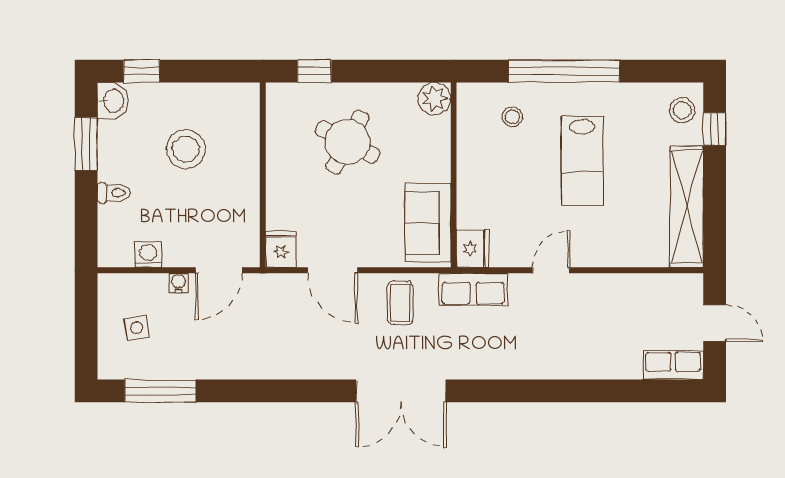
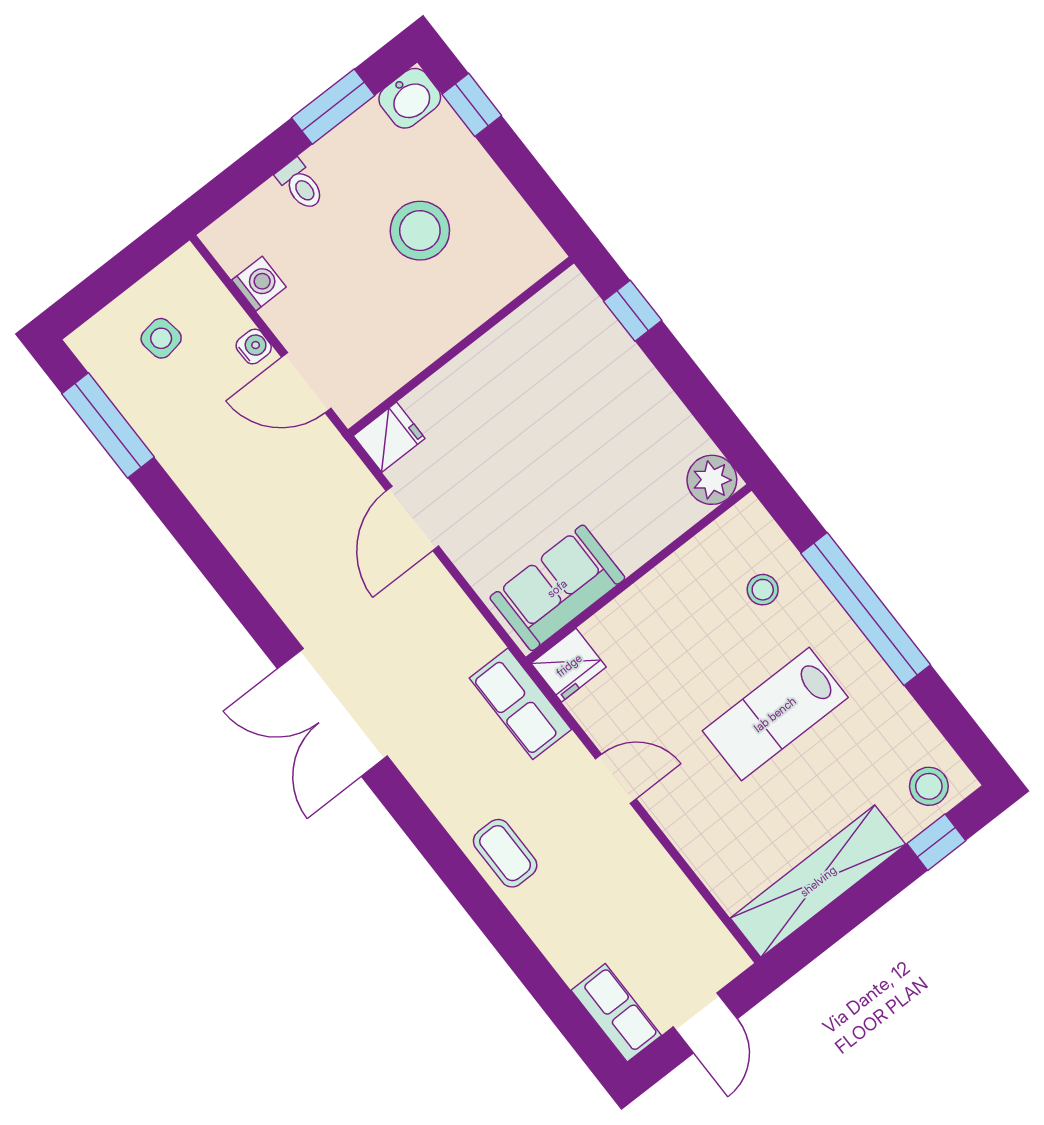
round table: (348, 142) -> (579, 417), removed
coffee table: (400, 303) -> (505, 853), moved, turned 90

